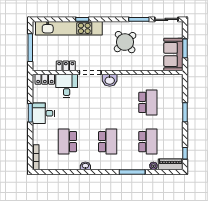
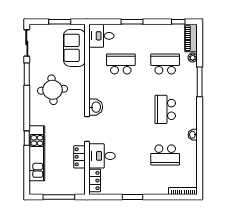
kitchen unit: (69, 28) -> (37, 153), width x0.73
round table: (125, 42) -> (52, 90), turned 36
sofa: (173, 54) -> (74, 48), moved, turned 90
desk: (43, 113) -> (101, 36), moved, turned 90
school desk: (108, 142) -> (165, 109), turned -90

